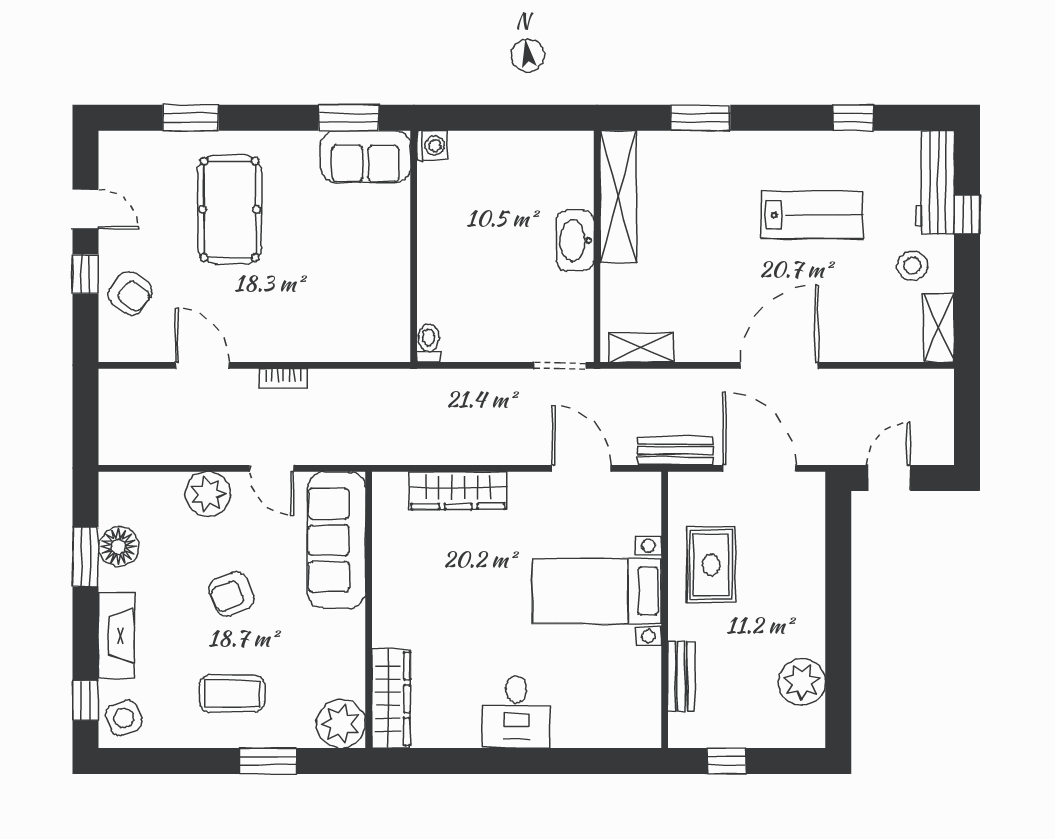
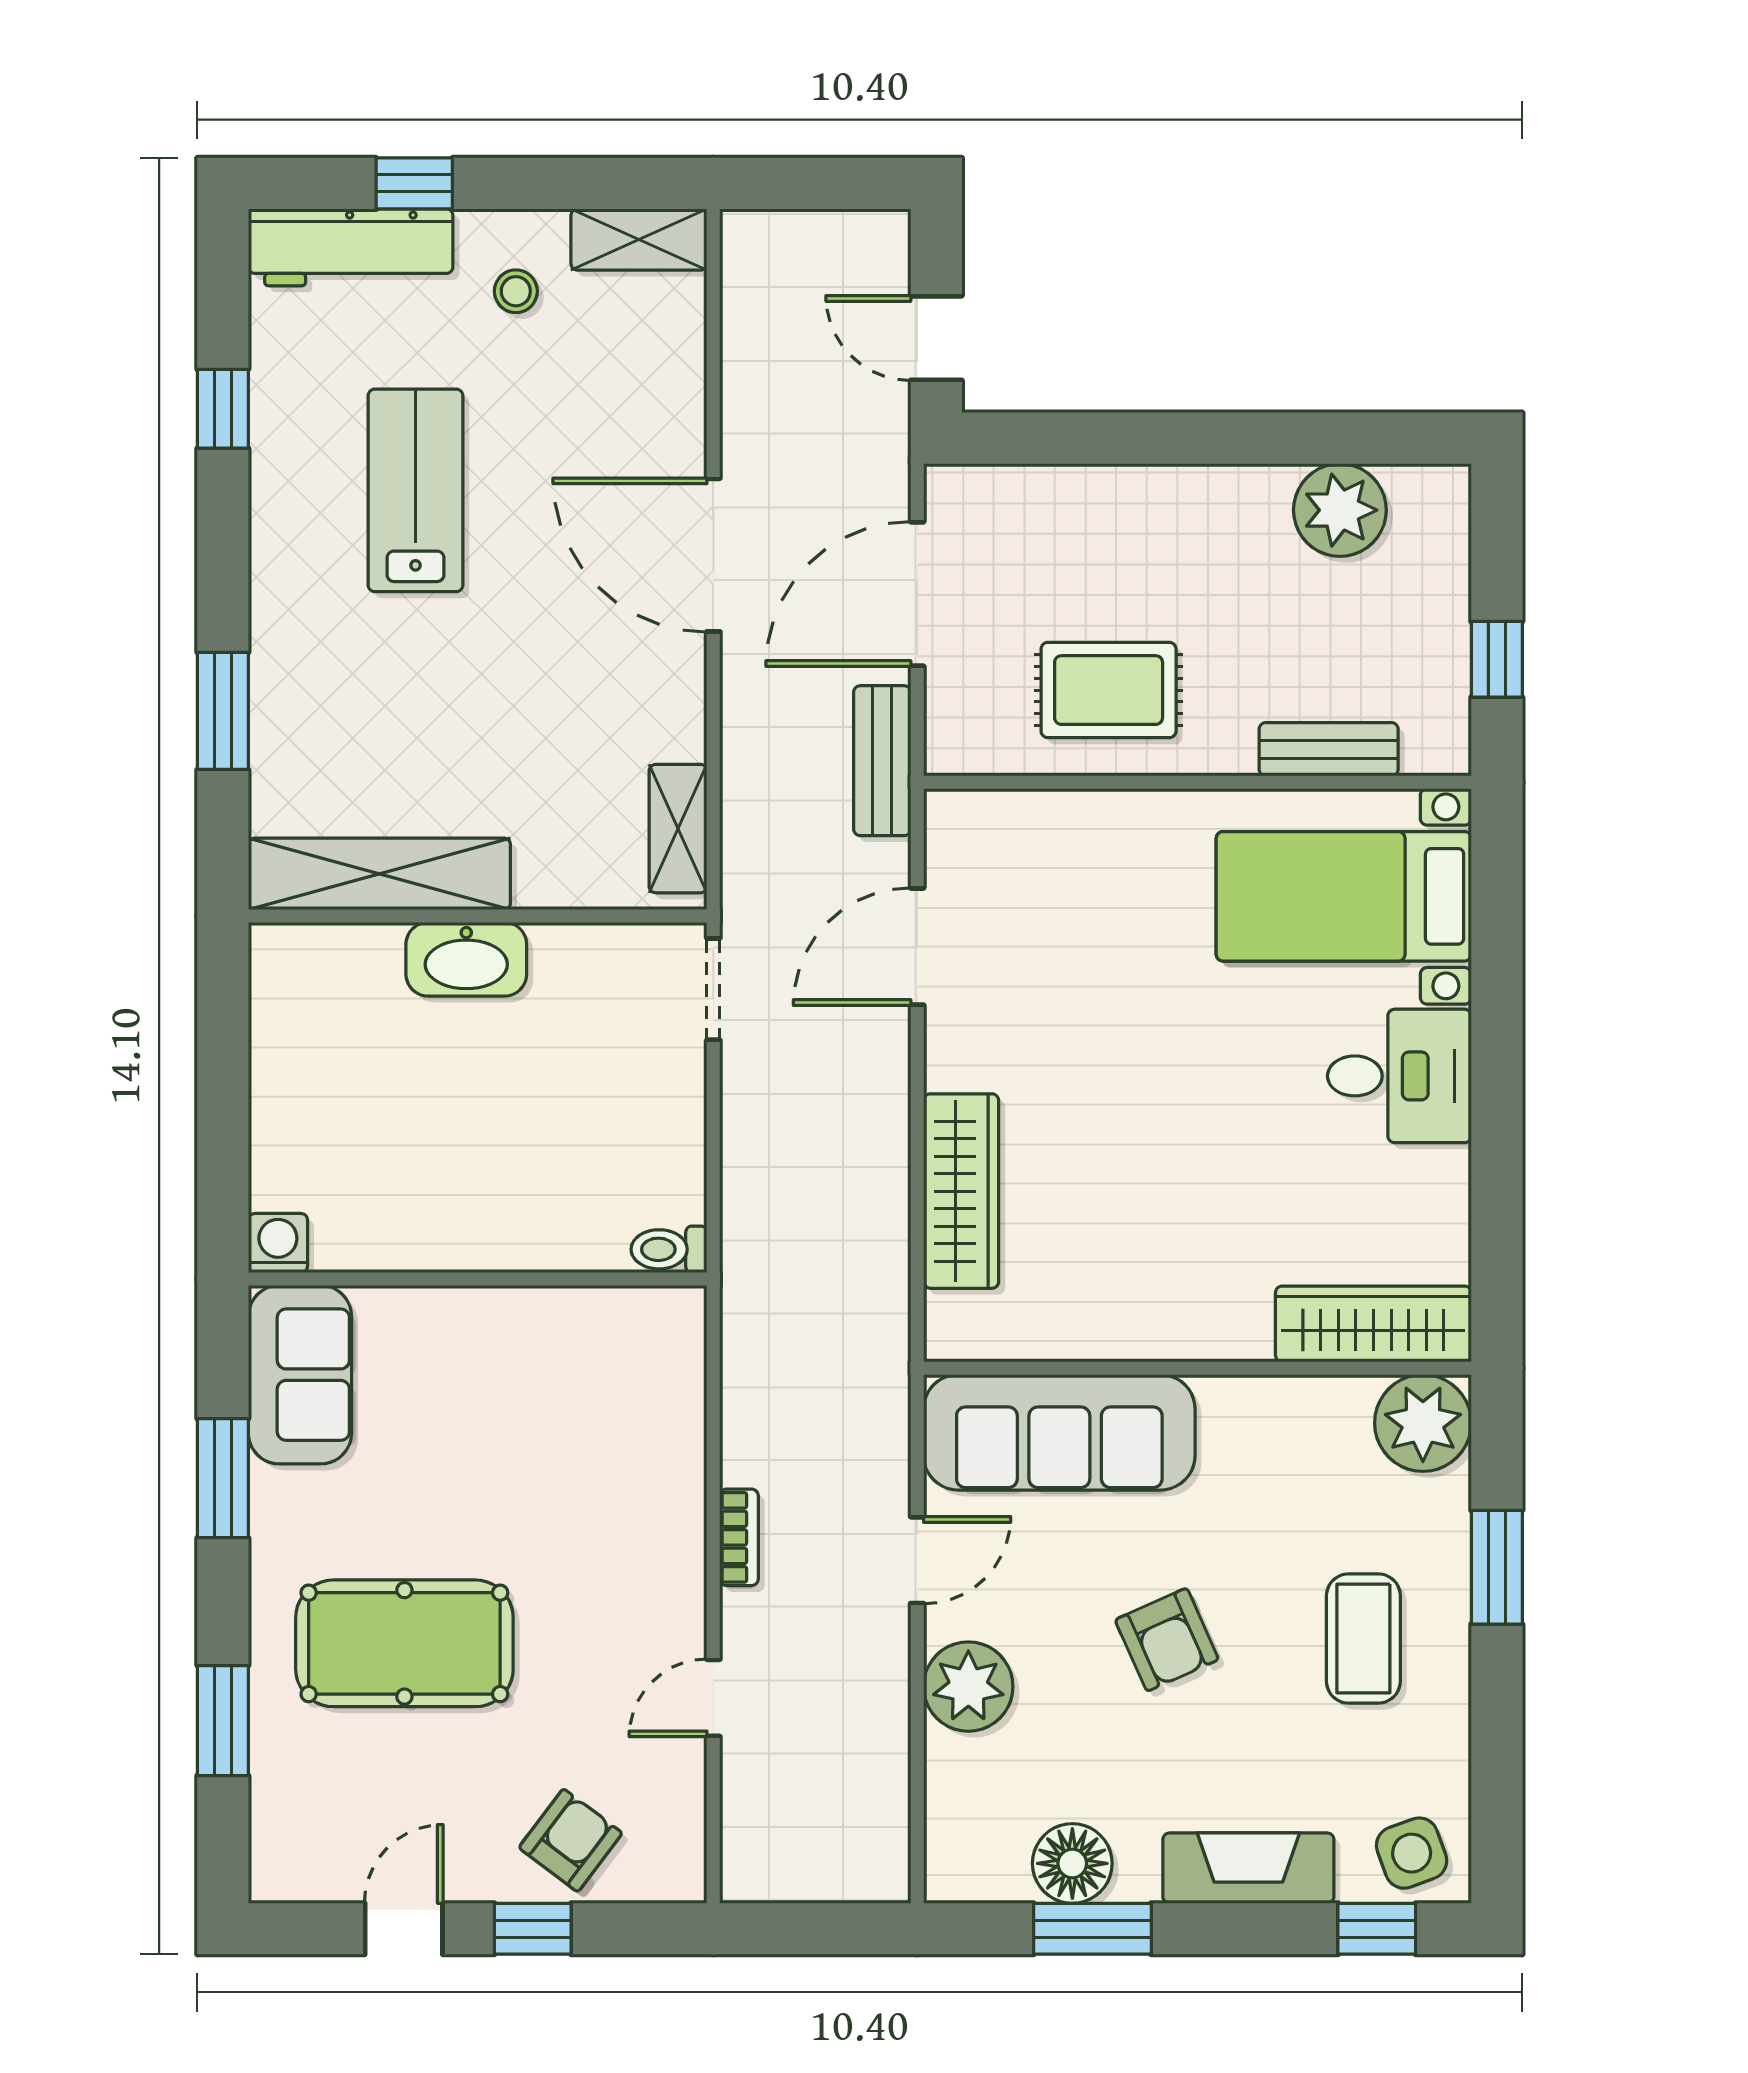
window: (349, 118) -> (223, 1478), moved
stool: (912, 266) -> (516, 291), width x0.73, depth x0.73
door: (202, 365) -> (713, 1698), width x0.73
bed with nightstands: (597, 591) -> (1344, 896), moved, turned 90

